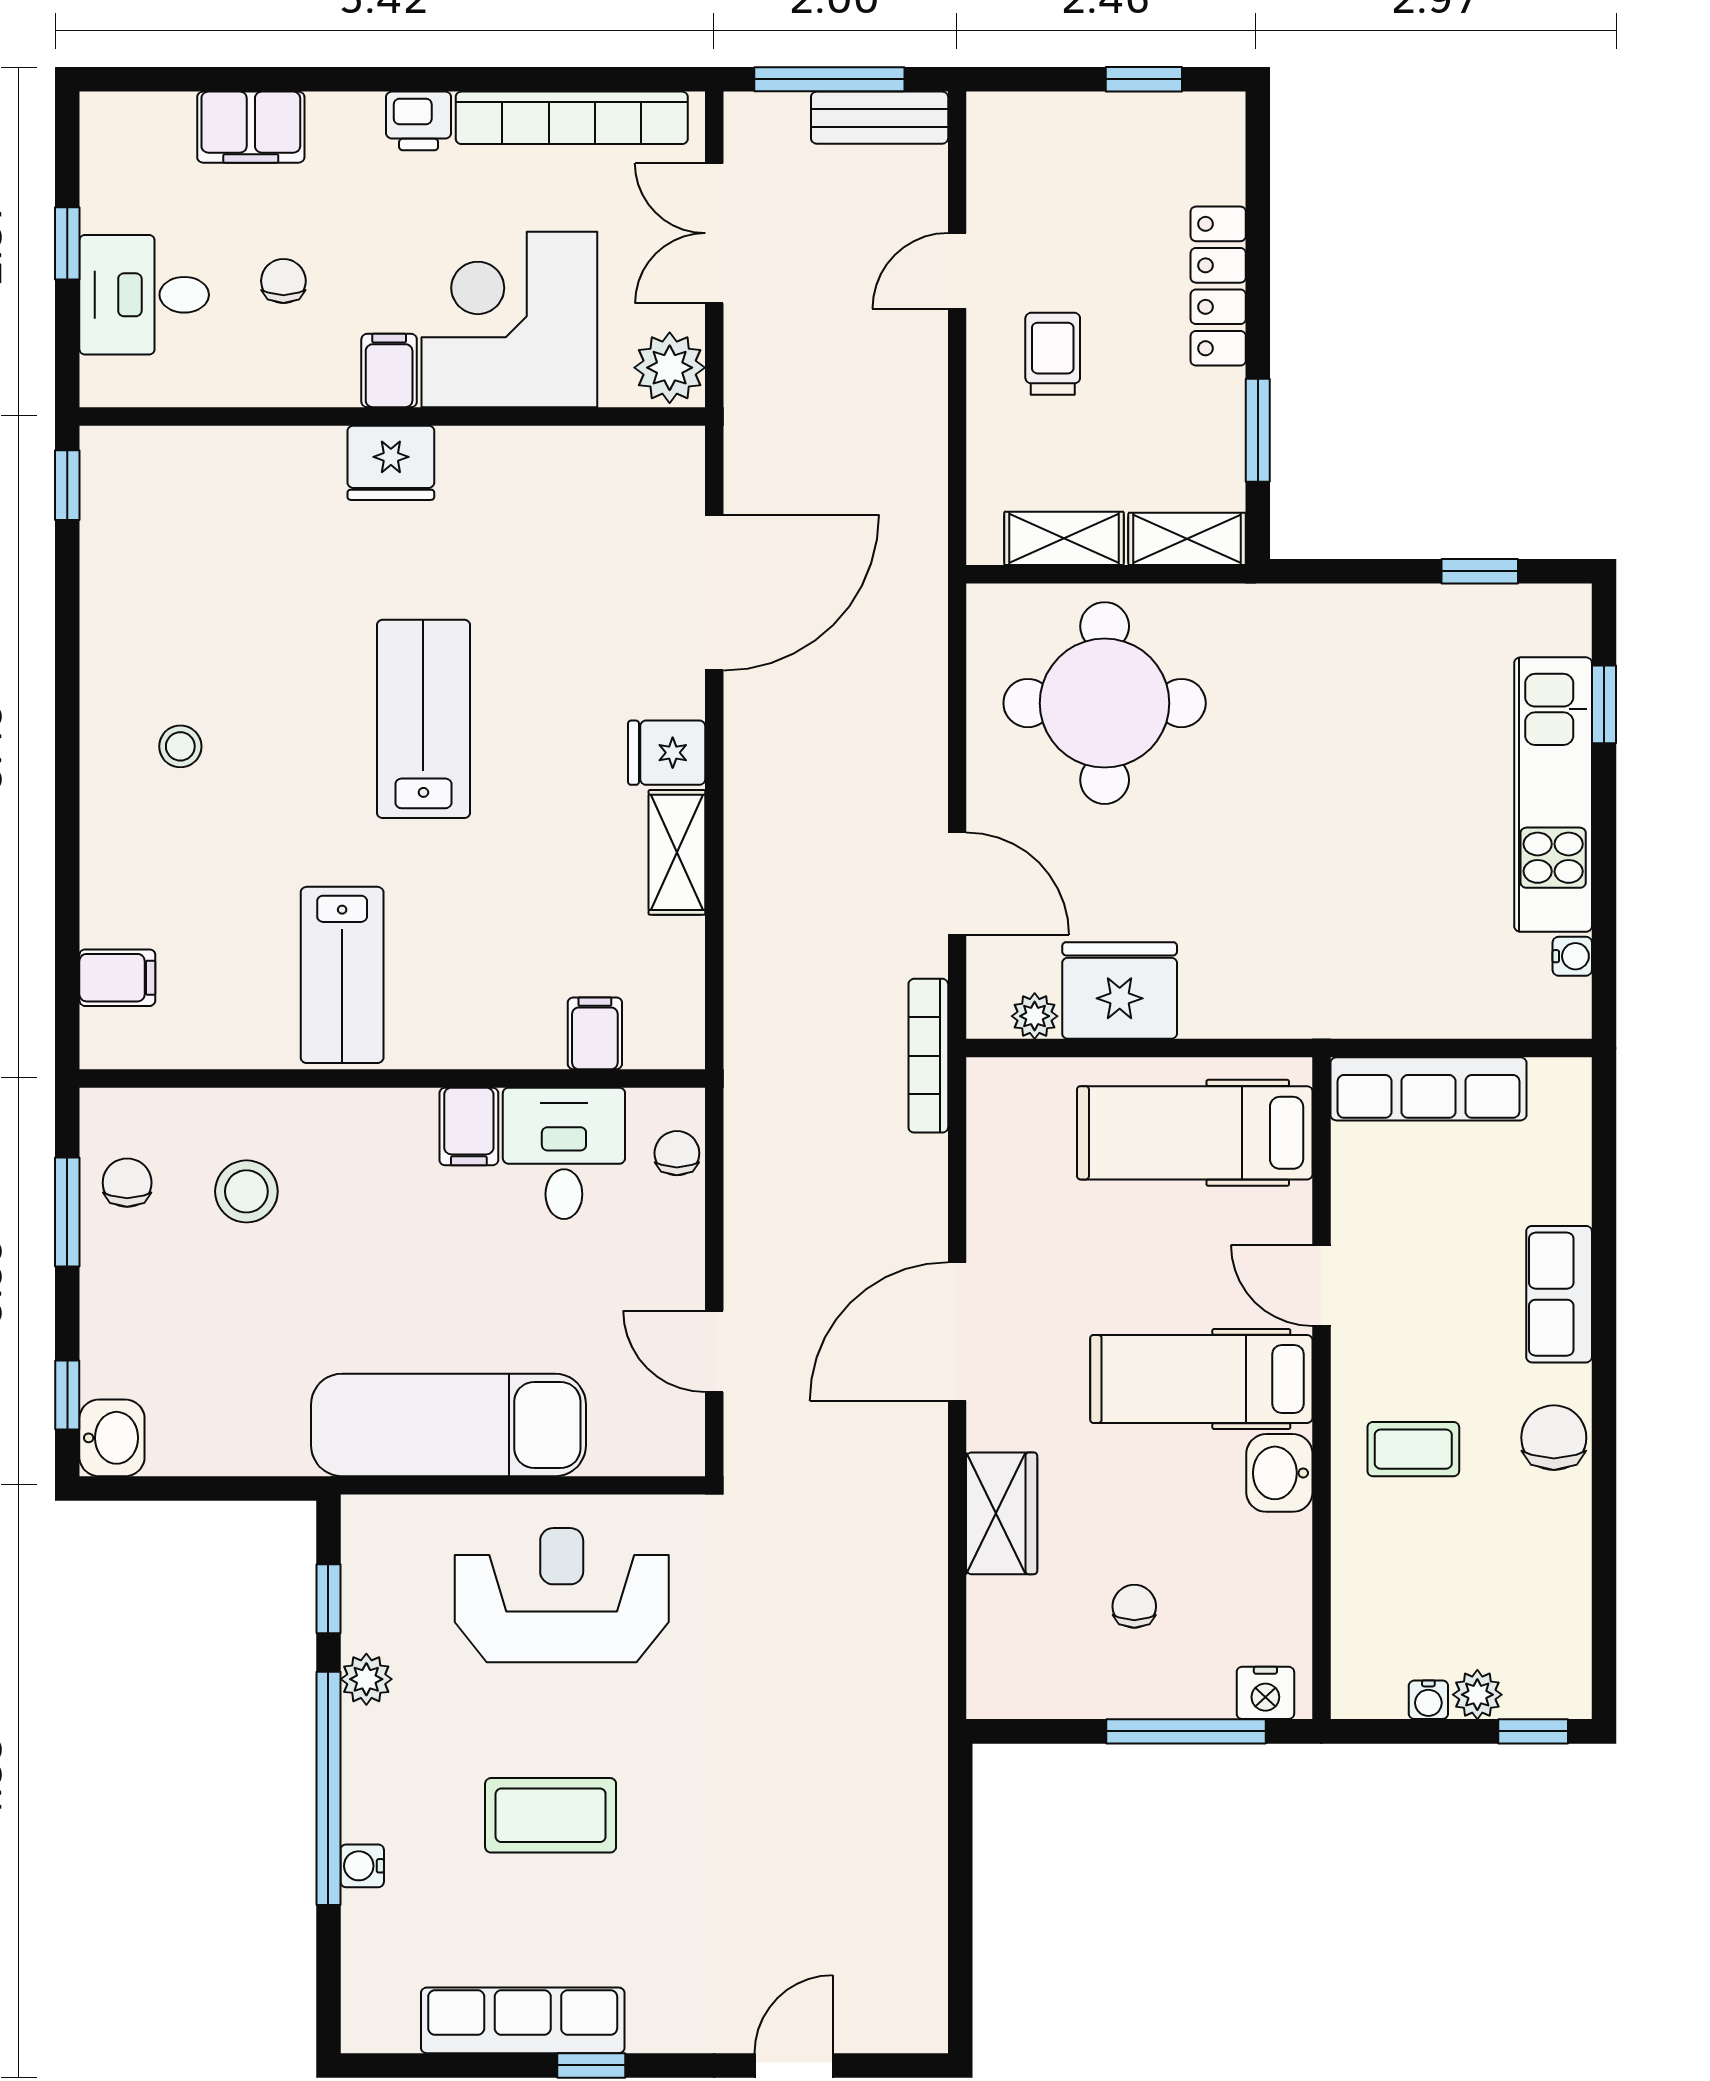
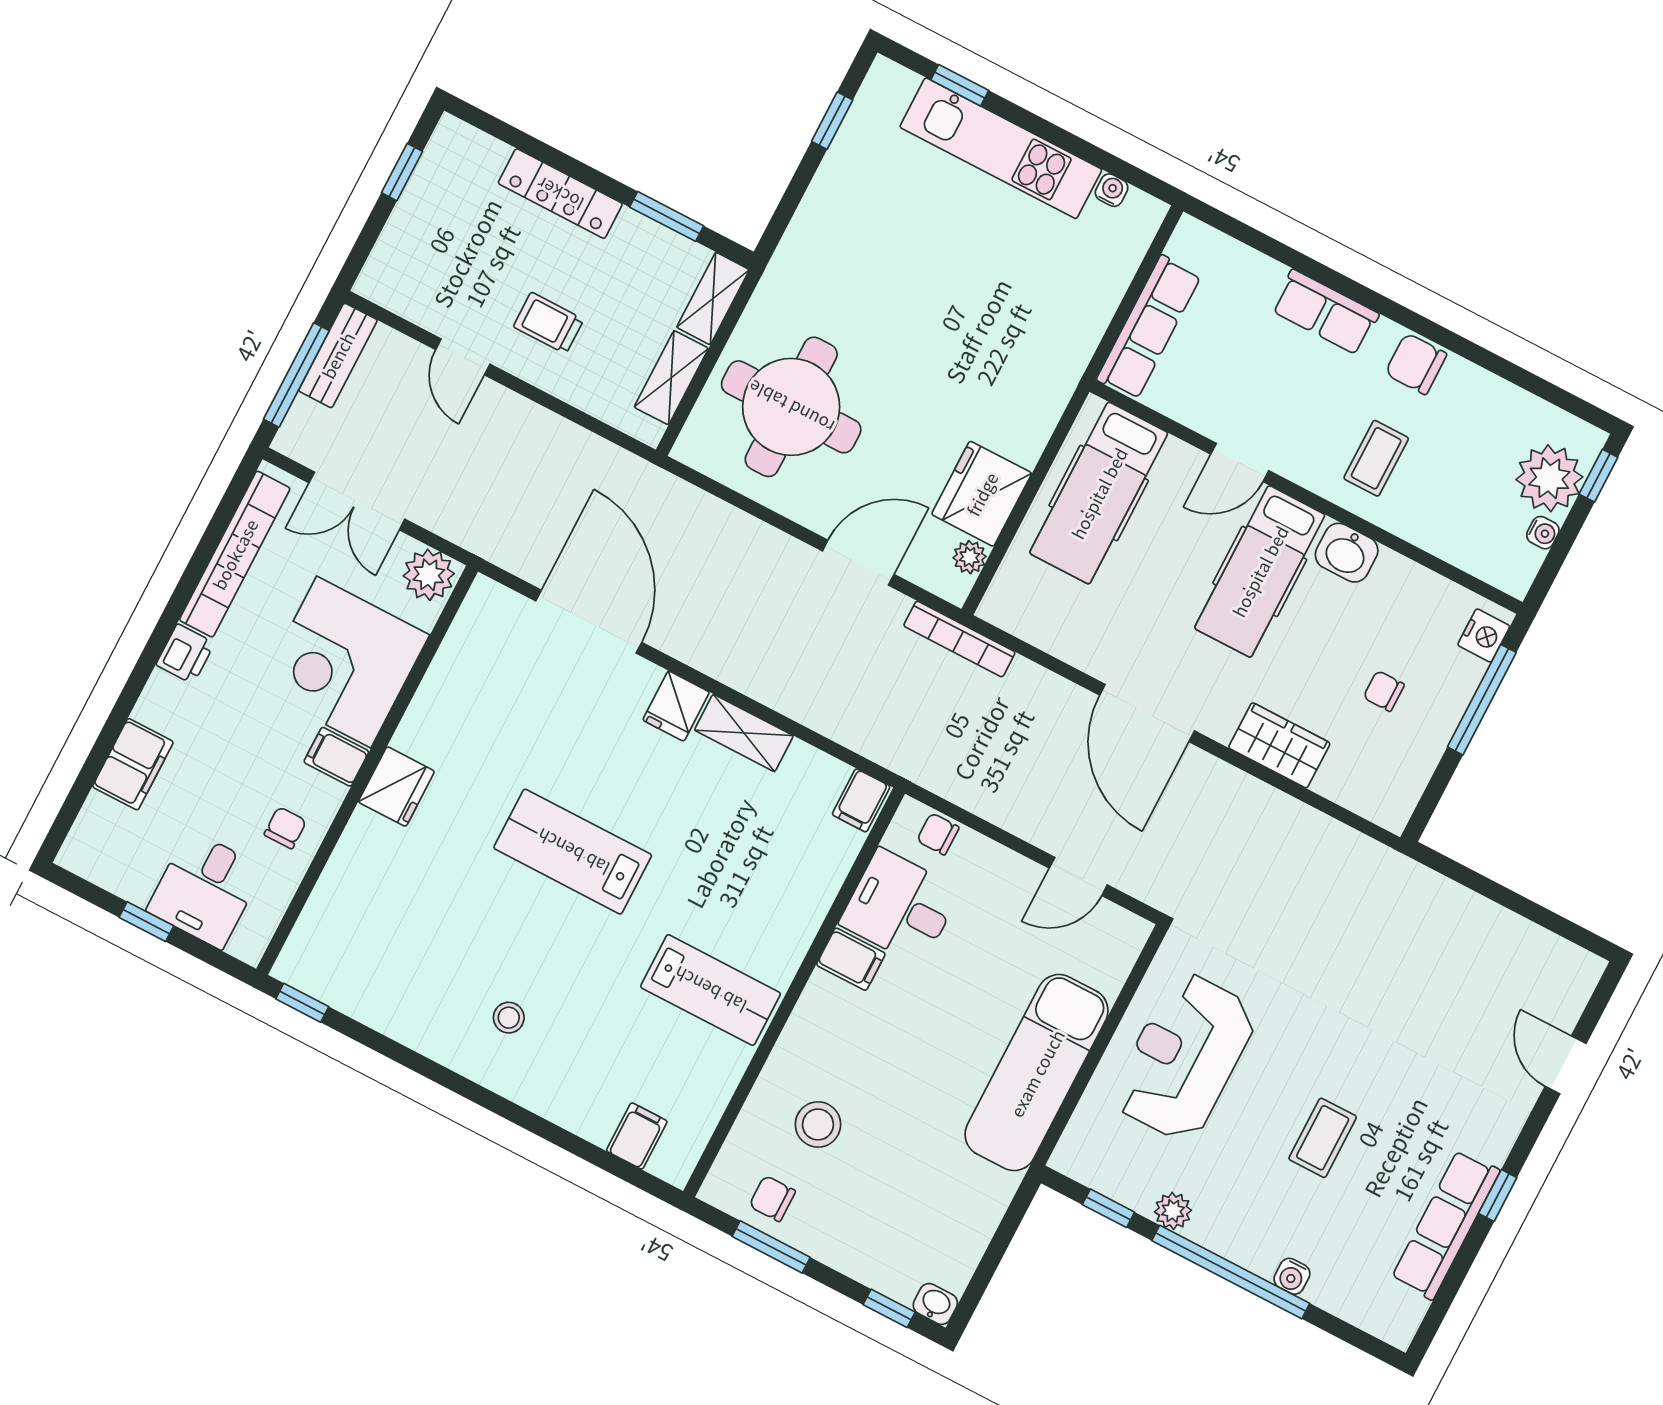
chair: (283, 281) -> (285, 828), moved, turned 90
filing cabinet: (595, 1033) -> (861, 800), moved, turned -90
washbasin: (112, 1438) -> (935, 1304), width x0.72, depth x0.69
plant: (1477, 1695) -> (1549, 478), width x1.88, depth x1.88
coffee table: (551, 1815) -> (1323, 1138), width x0.73, depth x0.77

